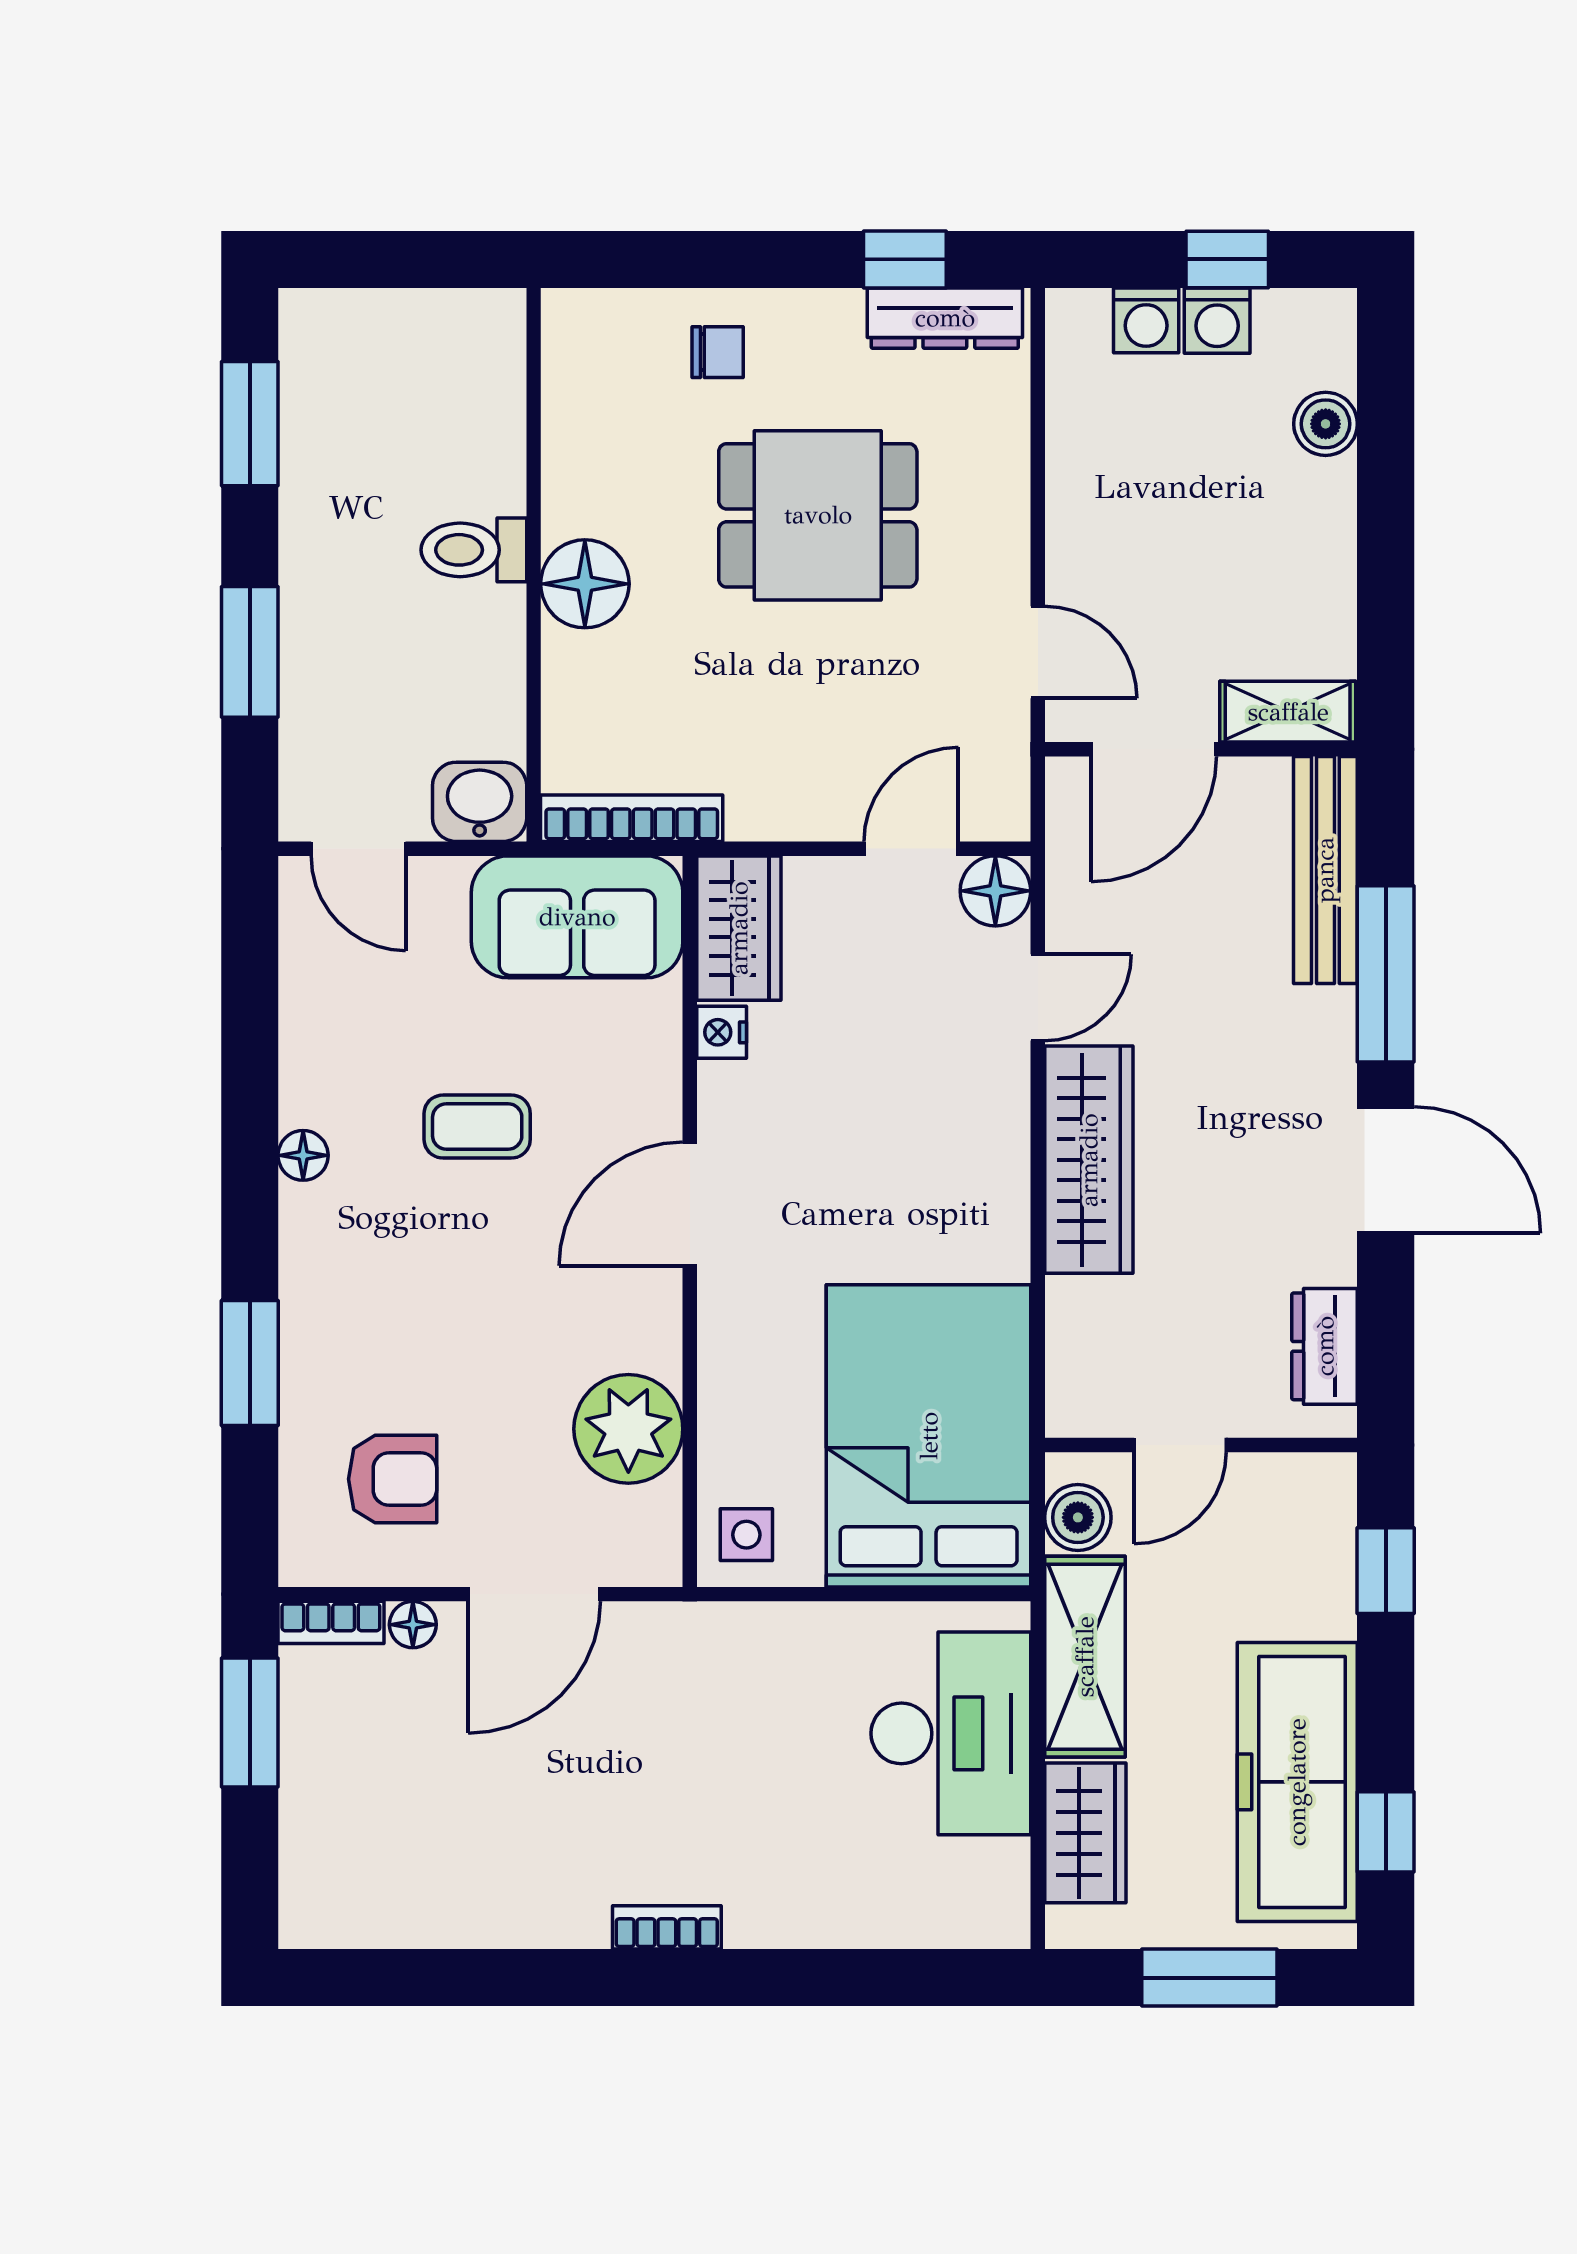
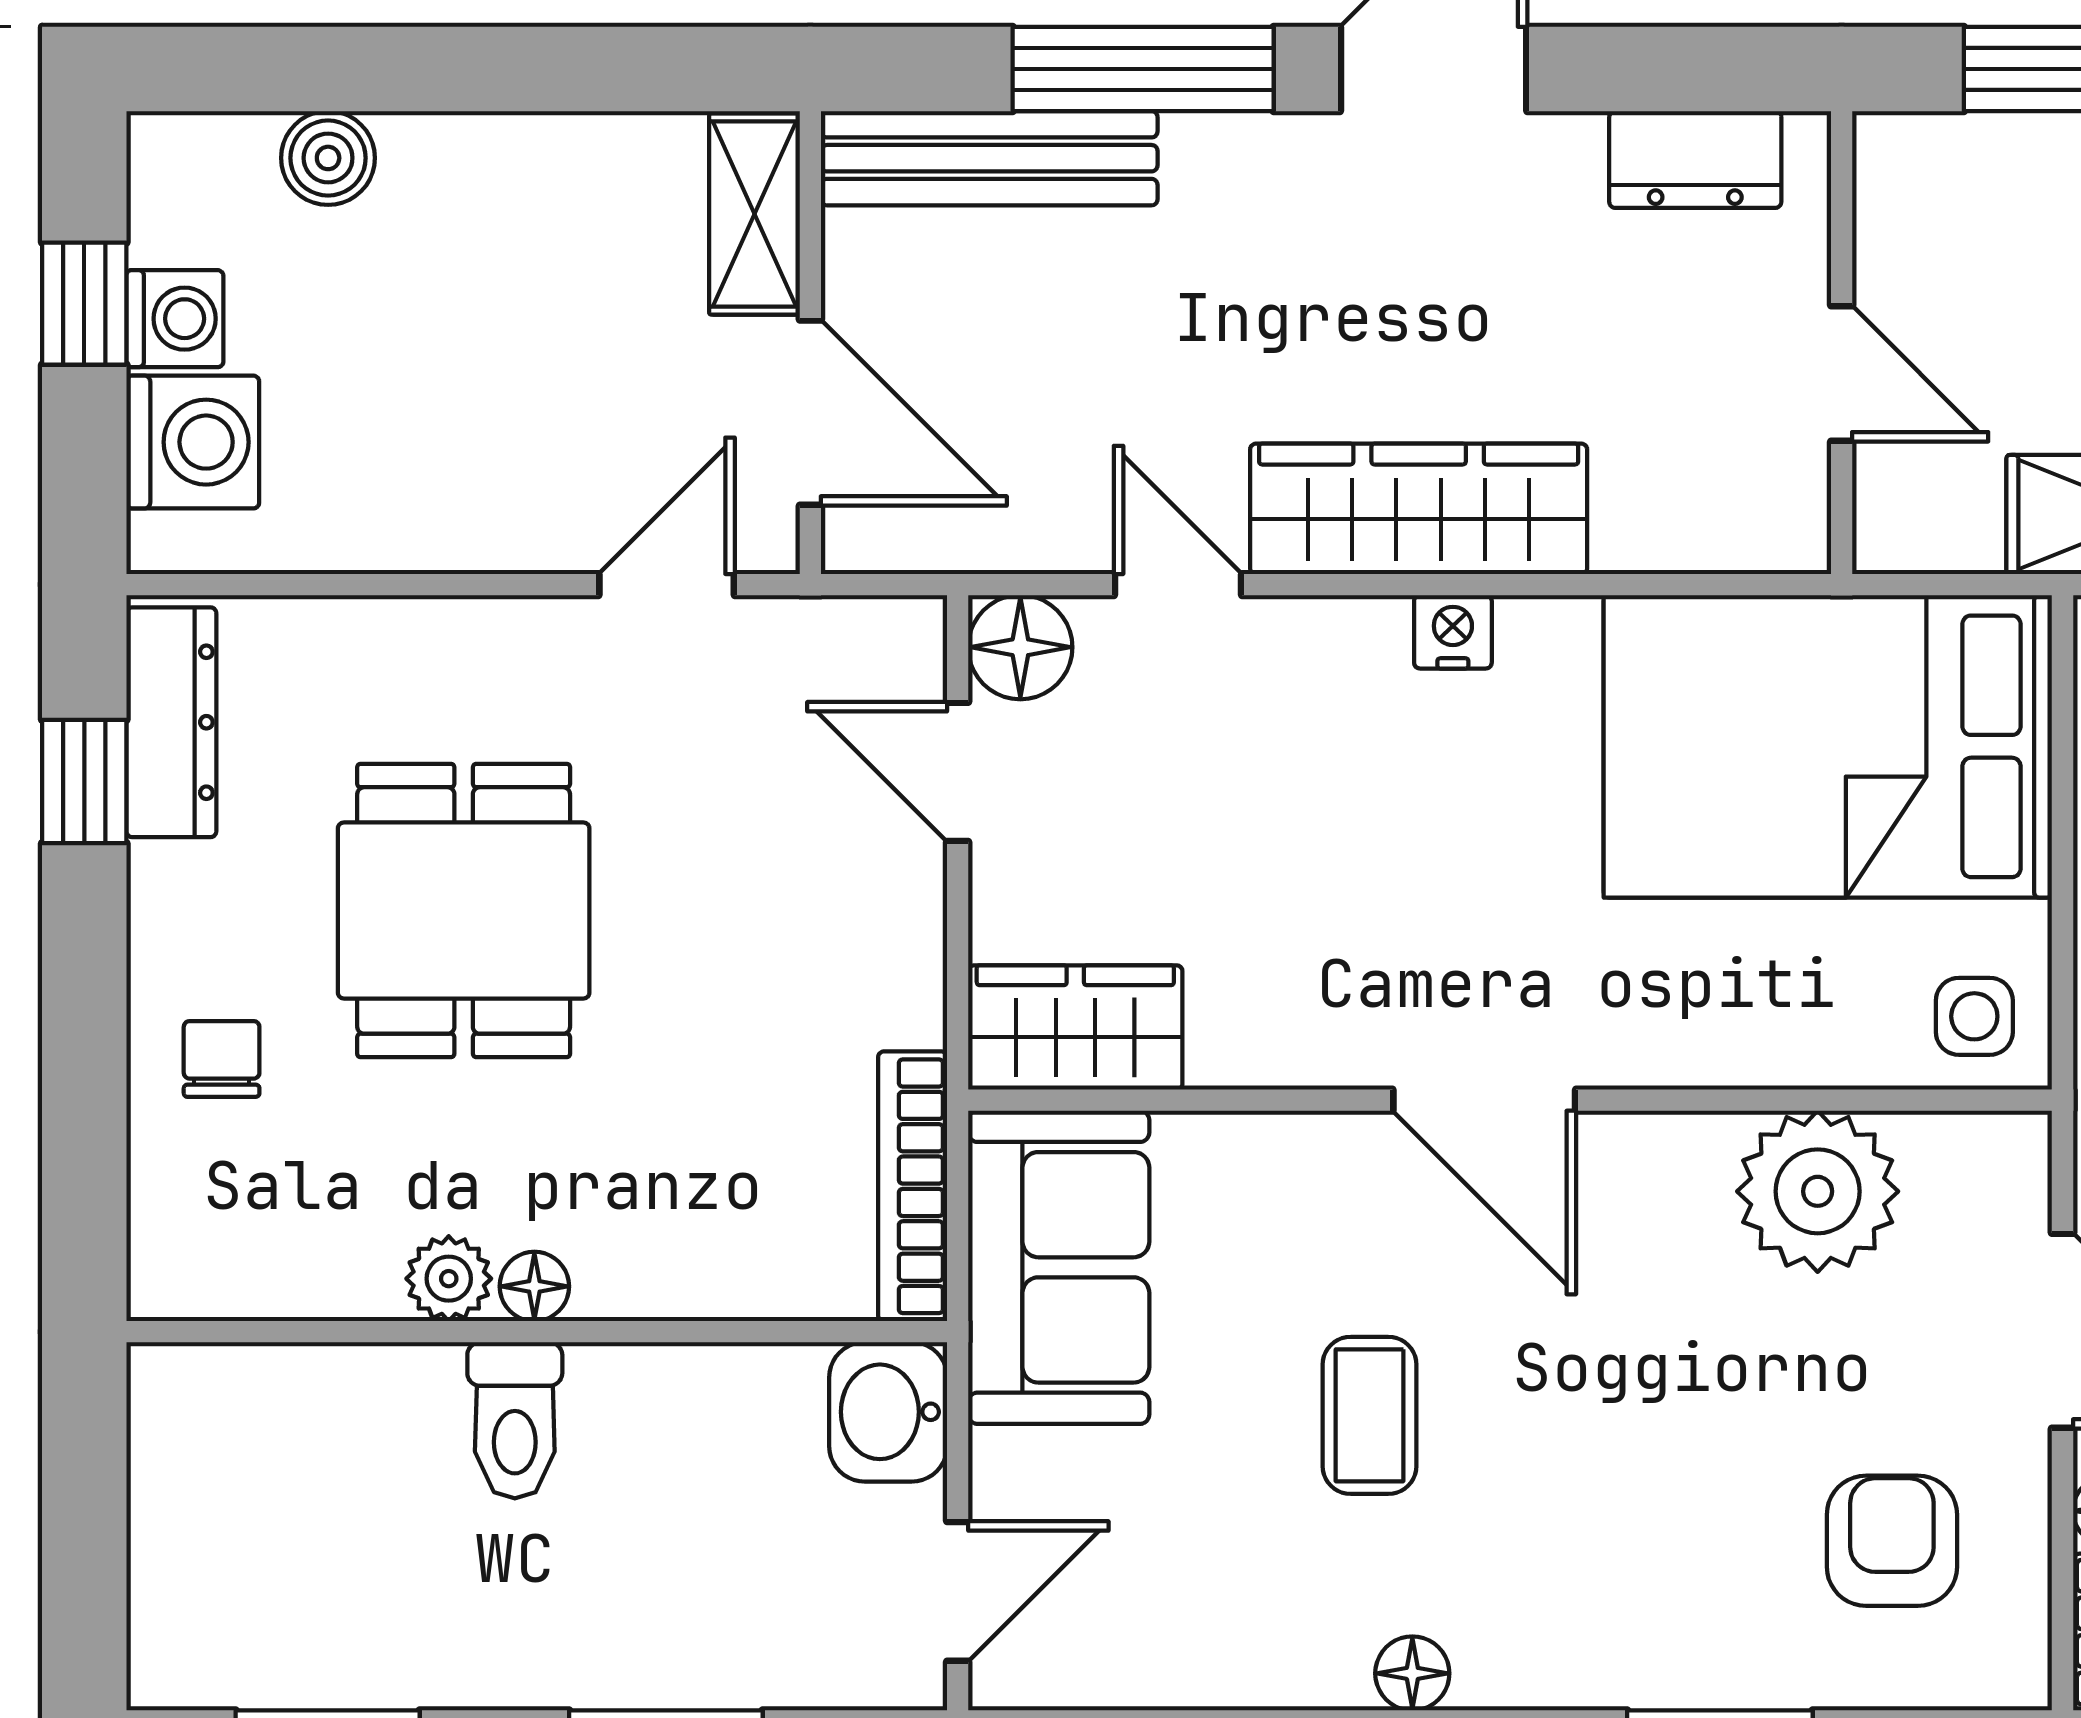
washing machine: (1146, 320) -> (193, 442), width x1.38, depth x1.38
plant: (569, 505) -> (449, 1279), added
floor lamp: (585, 584) -> (534, 1286), width x0.53, depth x0.53
nightstand: (722, 1032) -> (1453, 632), moved, turned 180
boiler: (1078, 1517) -> (1949, 525), removed

